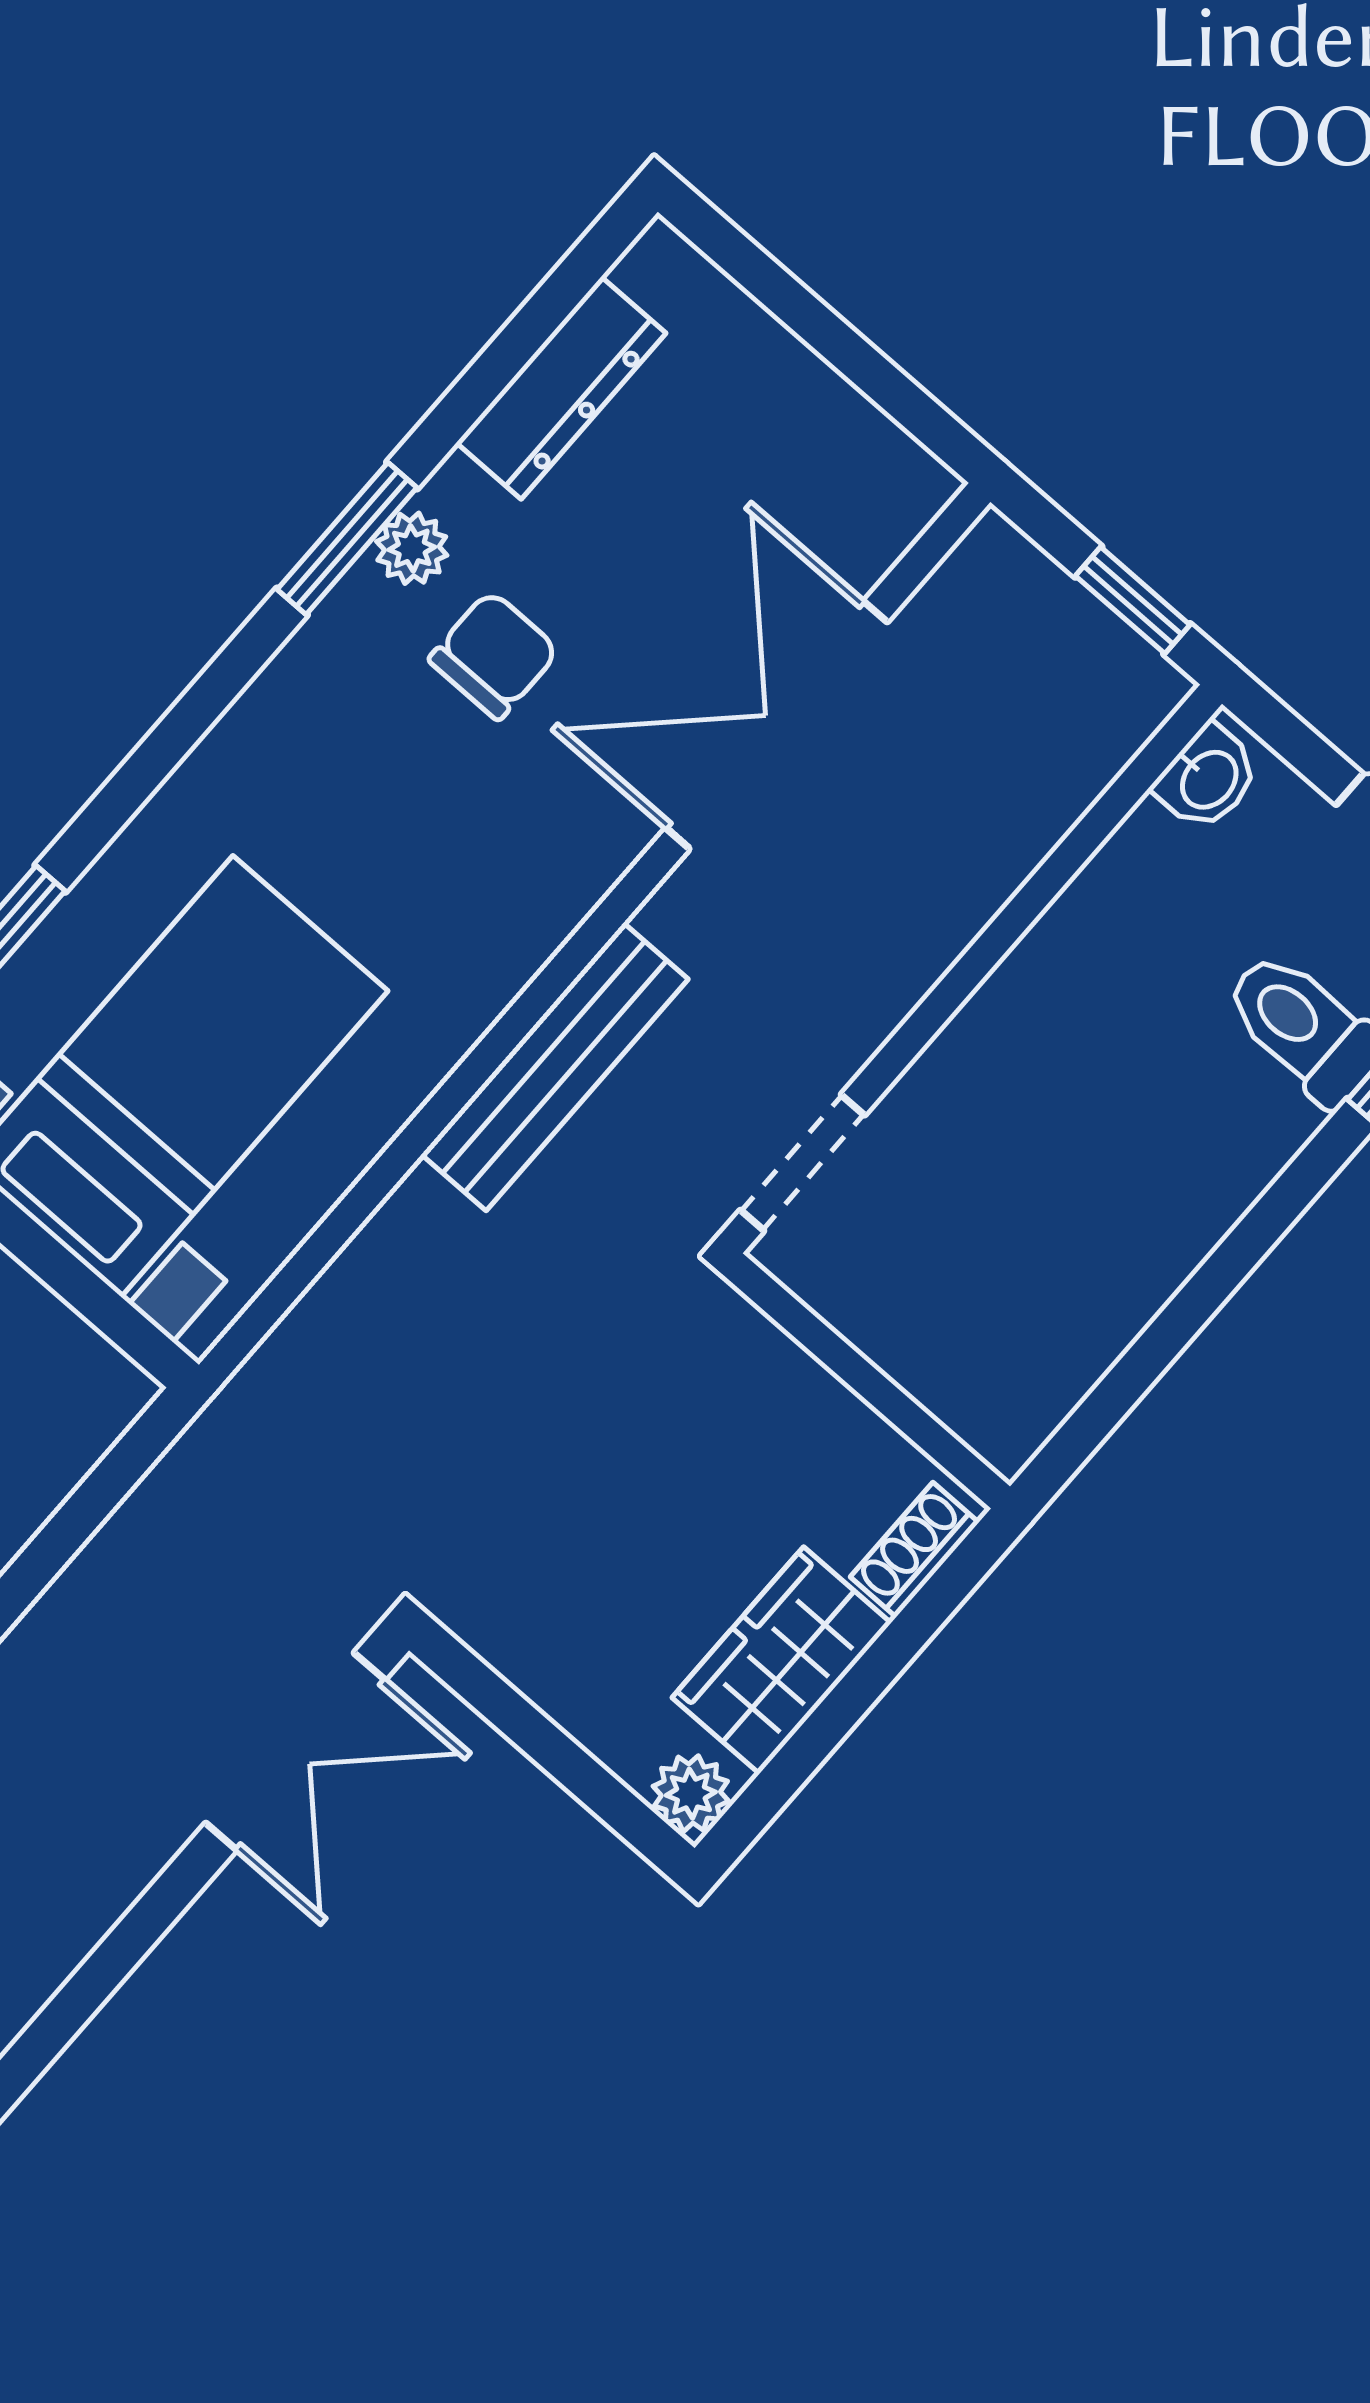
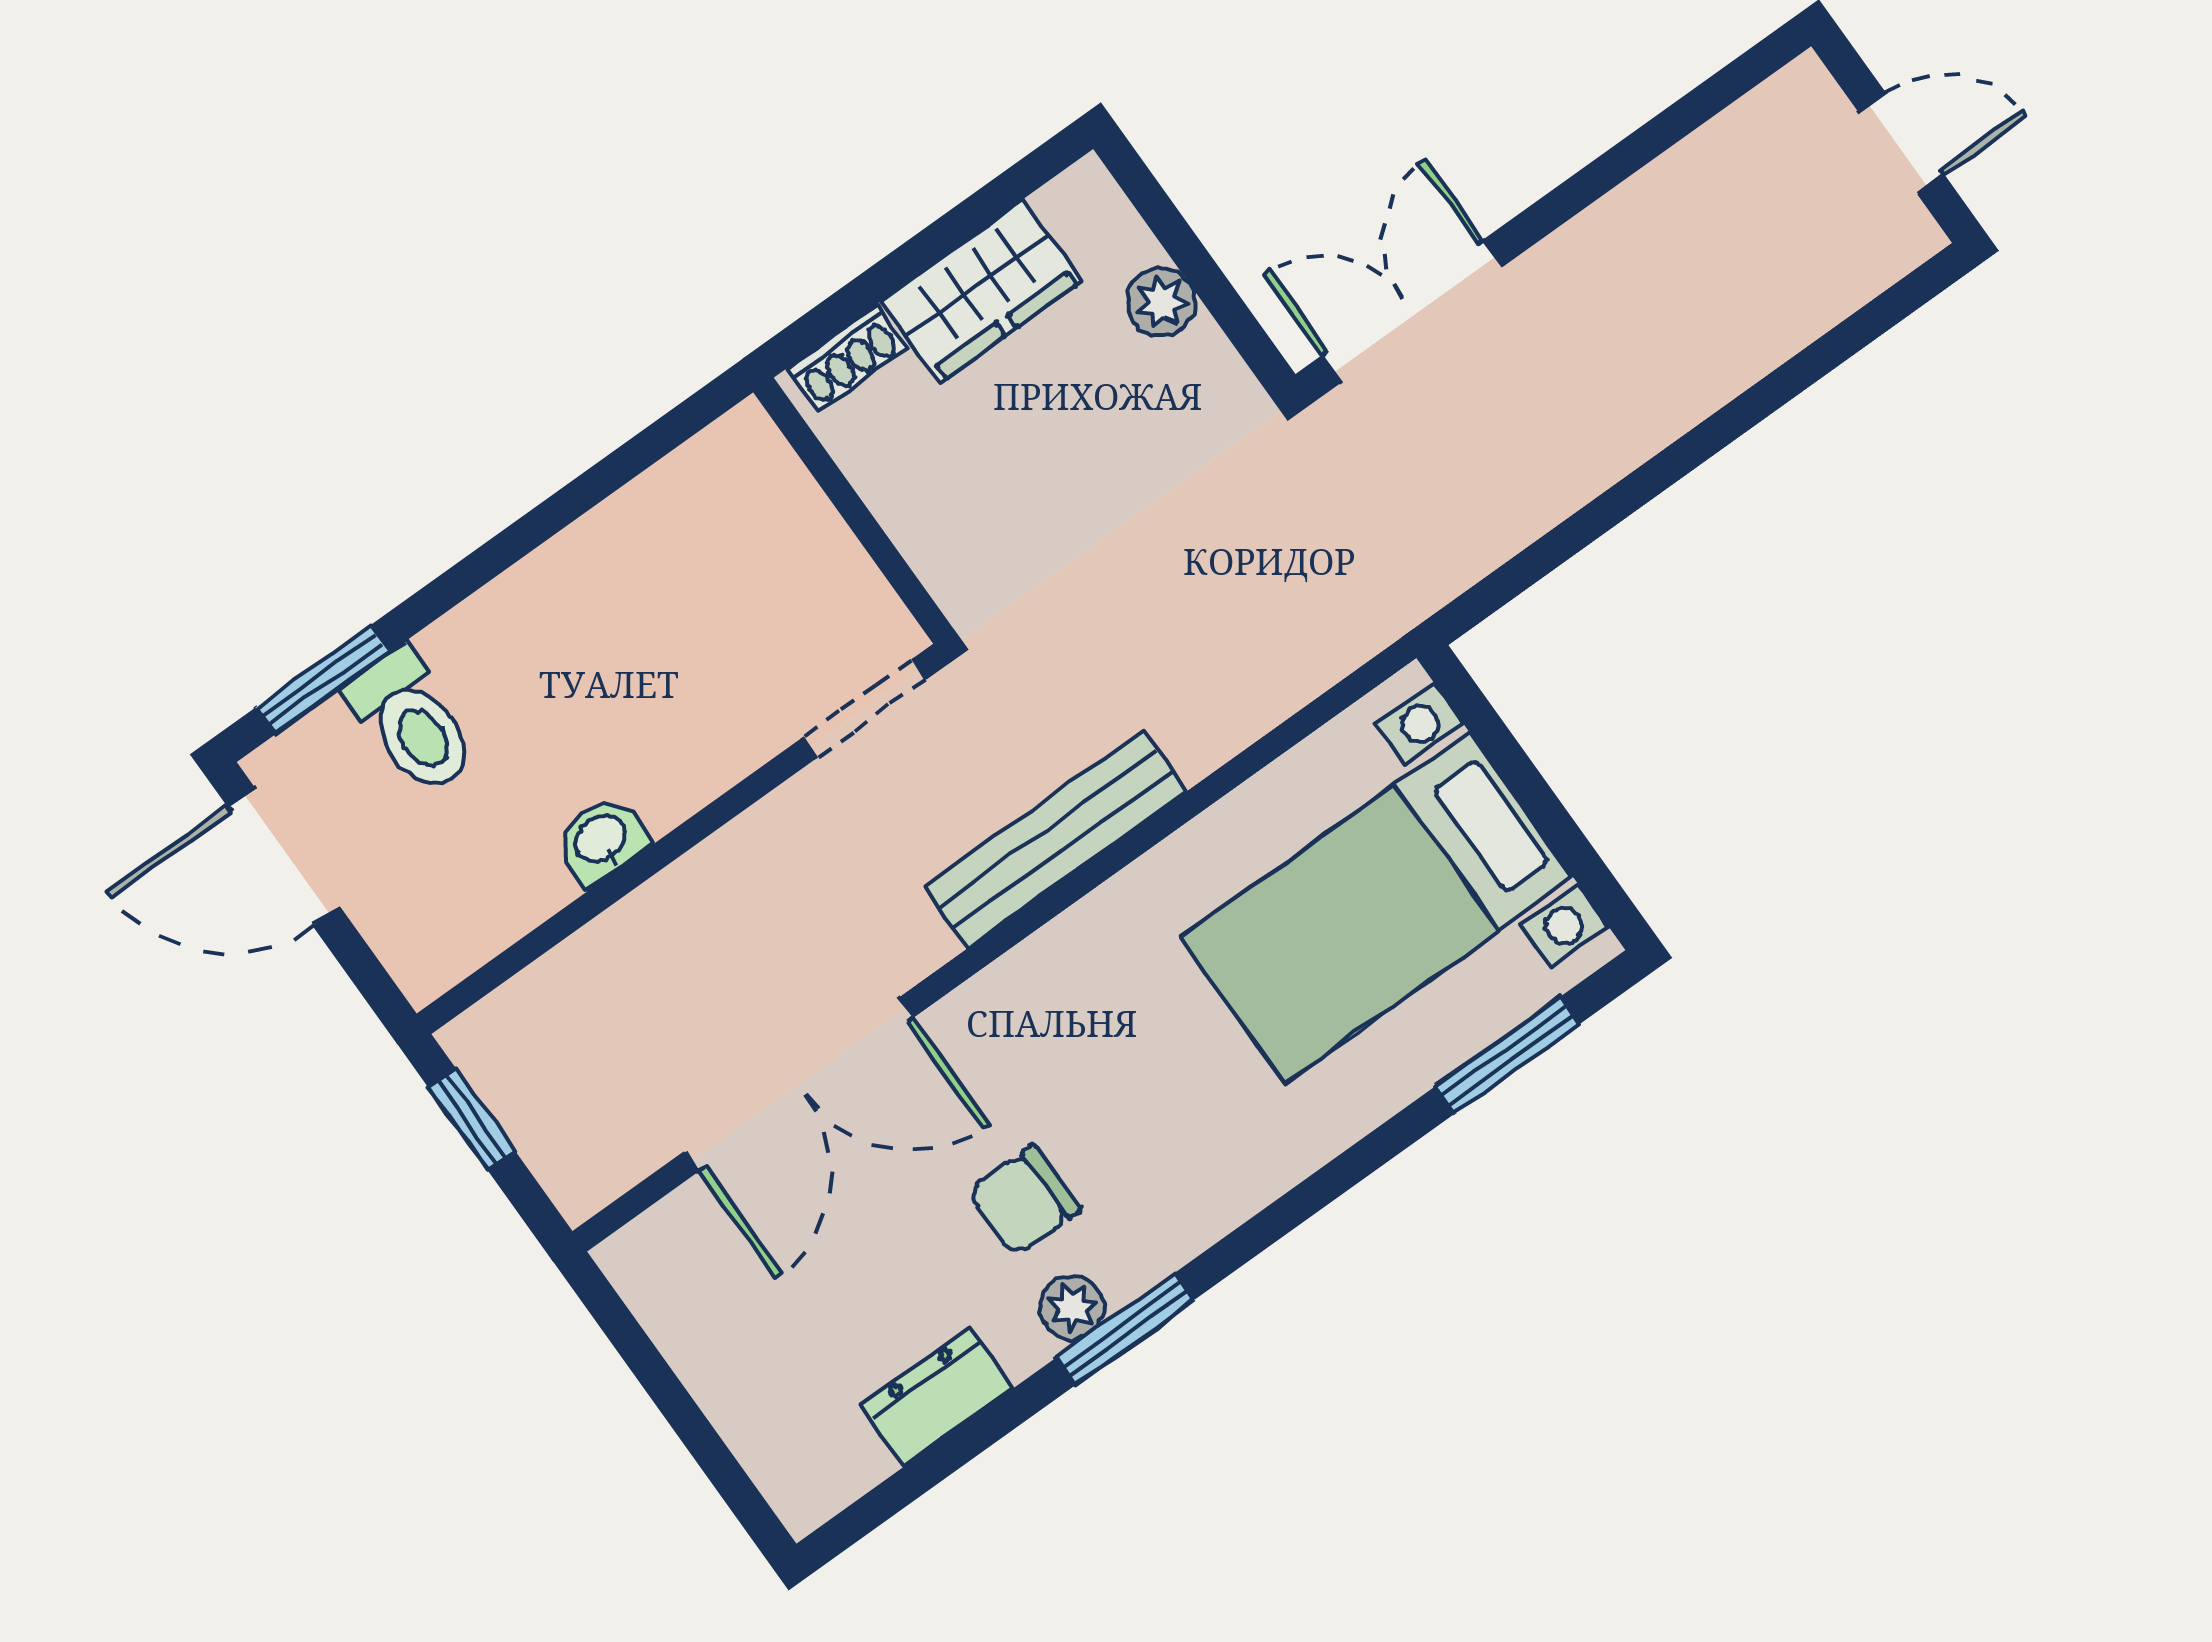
dresser: (561, 388) -> (937, 1397), width x0.70
washbasin: (1208, 778) -> (602, 840), moved
plant: (691, 1794) -> (1161, 302), moved

